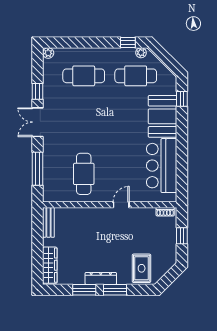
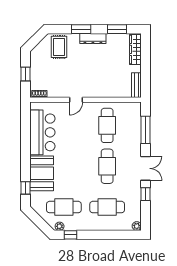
cafe table: (84, 125) -> (107, 166), added
window: (84, 290) -> (117, 29), moved

